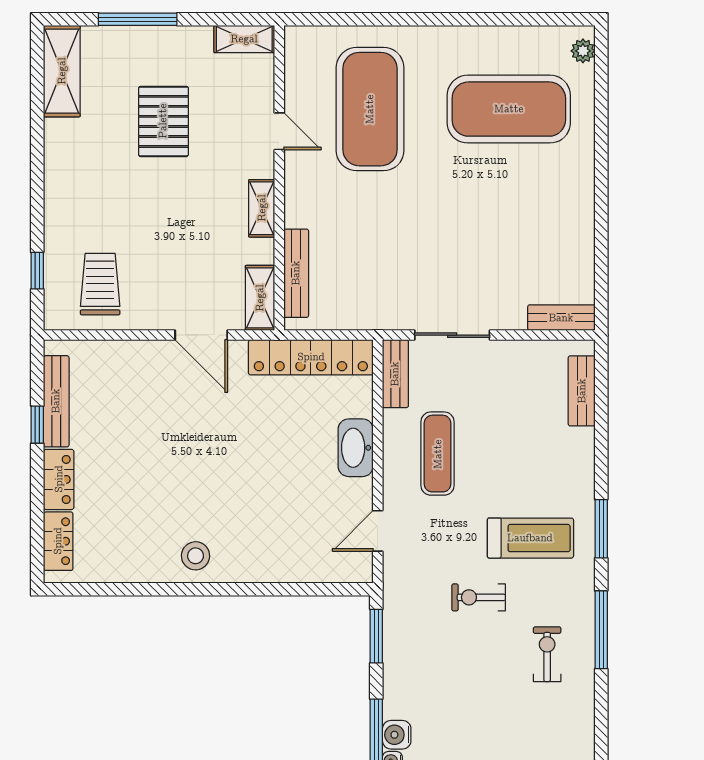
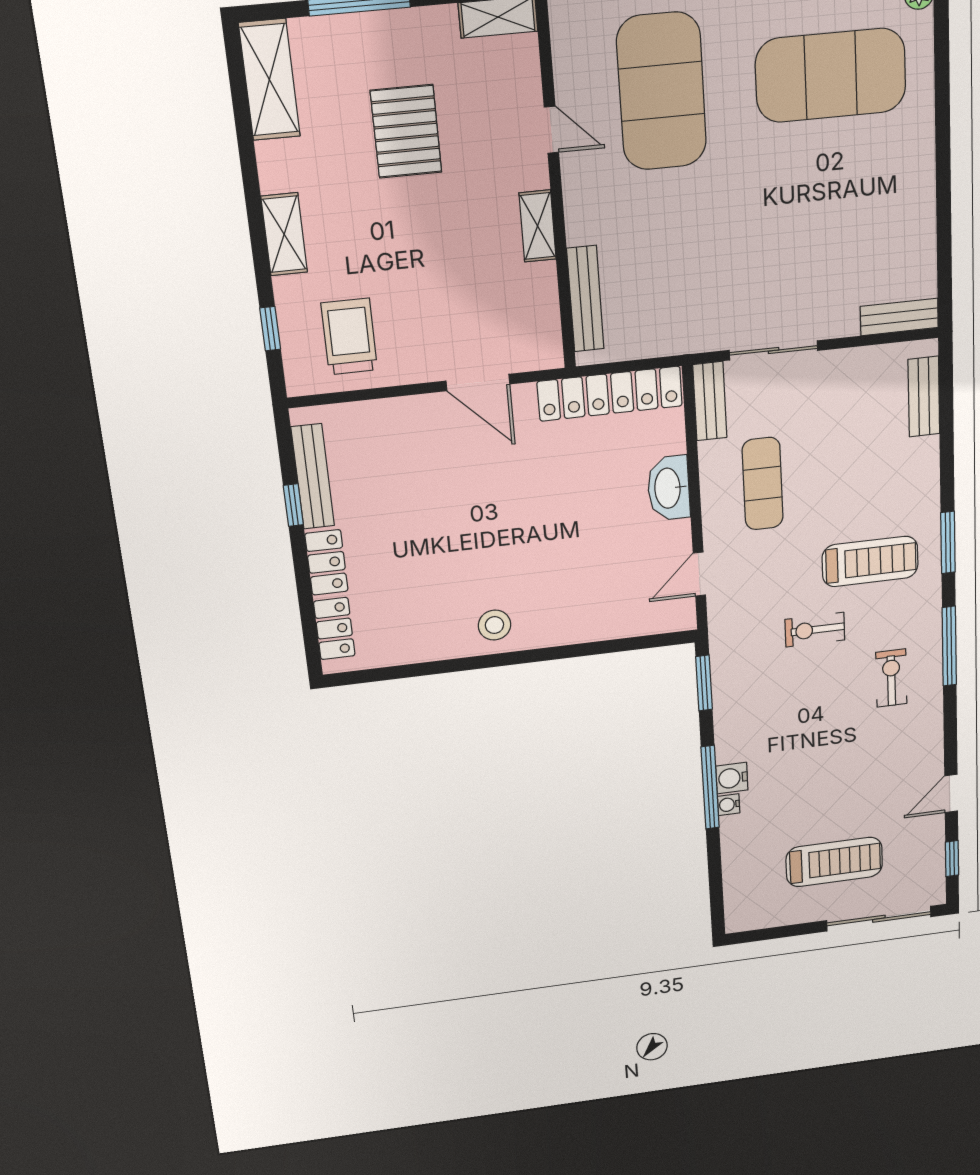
shelving: (260, 298) -> (284, 234), moved

